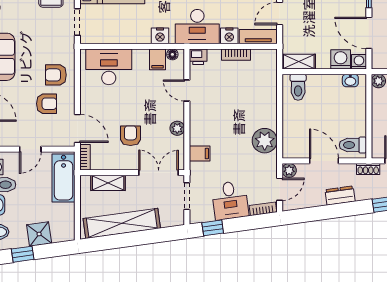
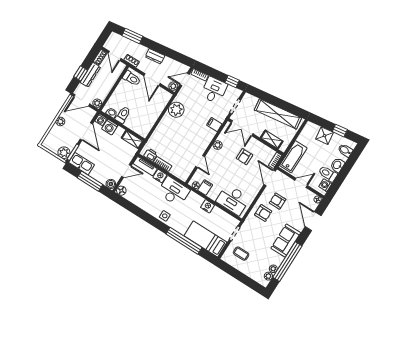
nightstand: (160, 36) -> (208, 206), moved
printer: (198, 57) -> (151, 155), moved
toilet: (298, 87) -> (123, 115), moved

